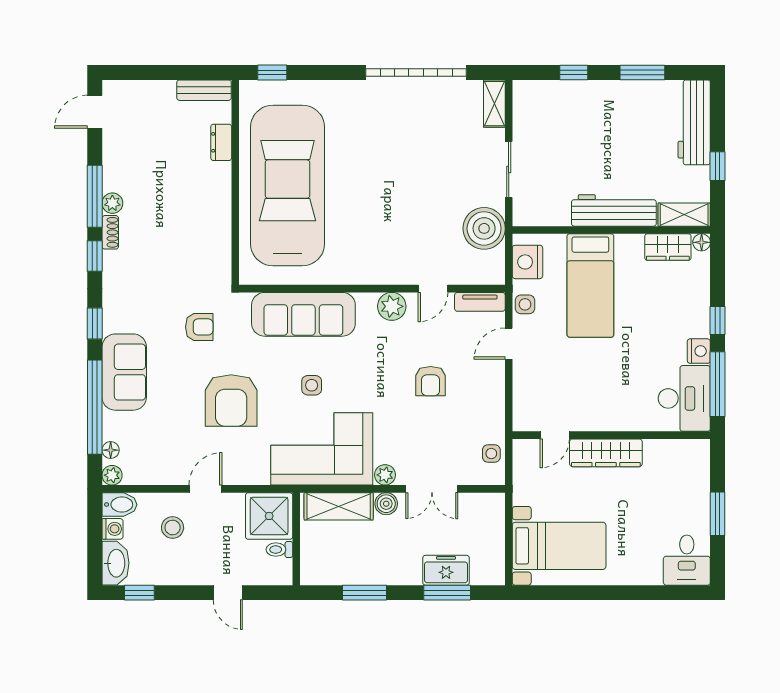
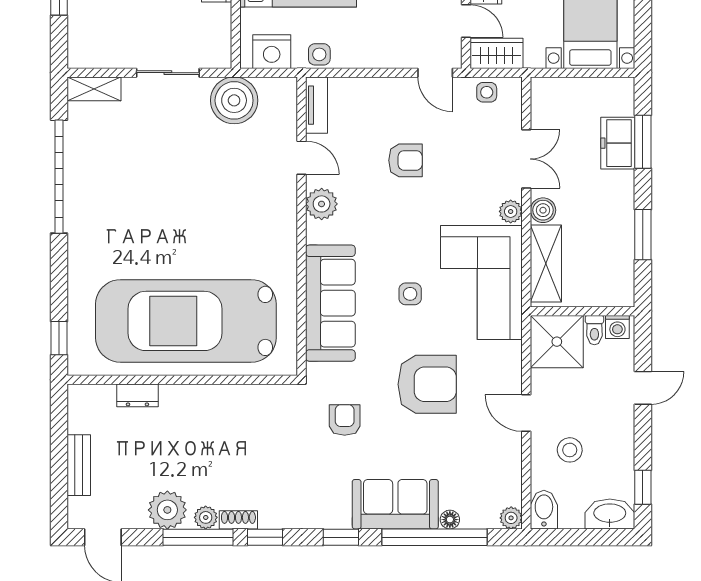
bench: (204, 90) -> (79, 465), moved
plant: (119, 169) -> (167, 510), added
door: (509, 344) -> (435, 73), moved
floor lamp: (111, 450) -> (450, 520), moved
wardrobe: (526, 462) -> (496, 53), added
washing machine: (113, 529) -> (617, 327), moved, turned 180

